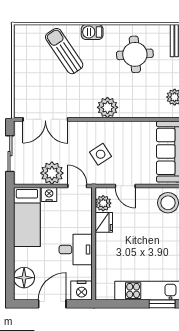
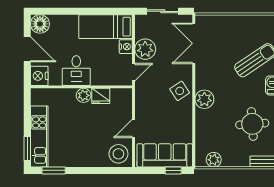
side table: (101, 154) -> (180, 91), moved
door: (125, 186) -> (134, 129), moved
plant: (103, 203) -> (84, 95), moved
floor lamp: (24, 278) -> (40, 24), moved

